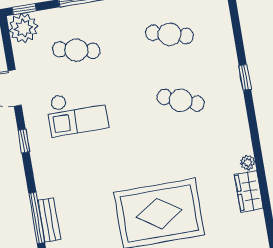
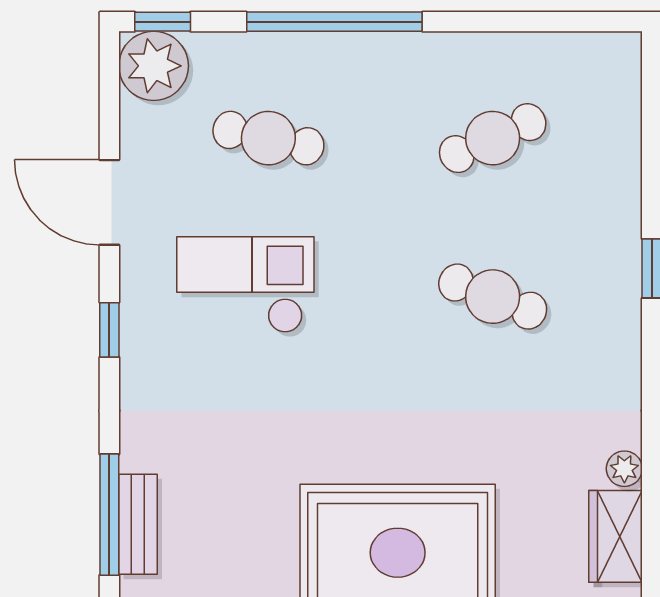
cafe table: (170, 34) -> (493, 138), turned -39
checkout: (77, 113) -> (245, 285), turned 180

